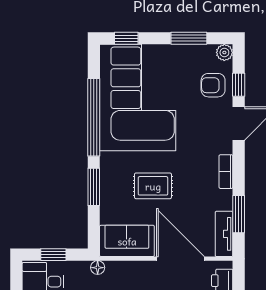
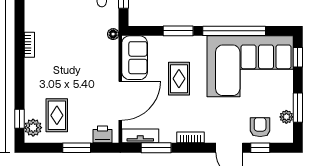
plant: (224, 52) -> (286, 117), moved

